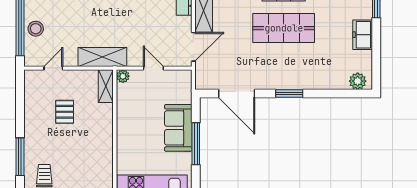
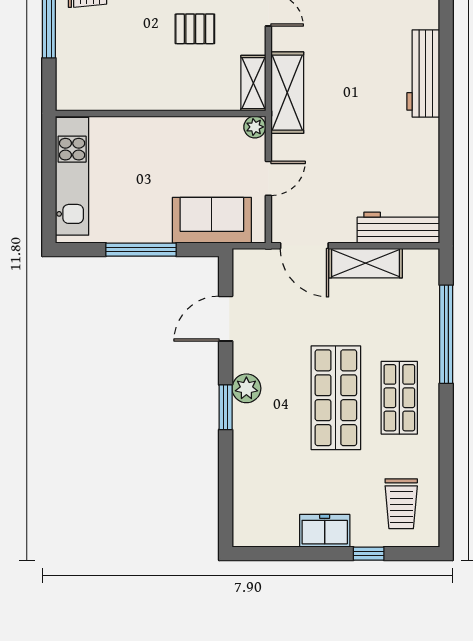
plant: (358, 81) -> (246, 388), moved
shelving: (106, 86) -> (253, 83), moved, turned 90
door: (237, 94) -> (226, 319), width x0.73
sofa: (178, 128) -> (212, 220), moved

